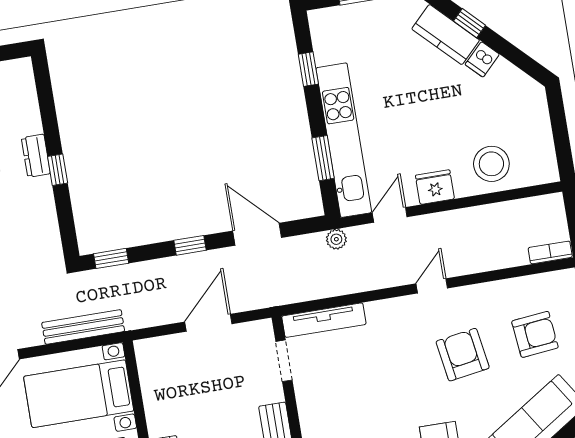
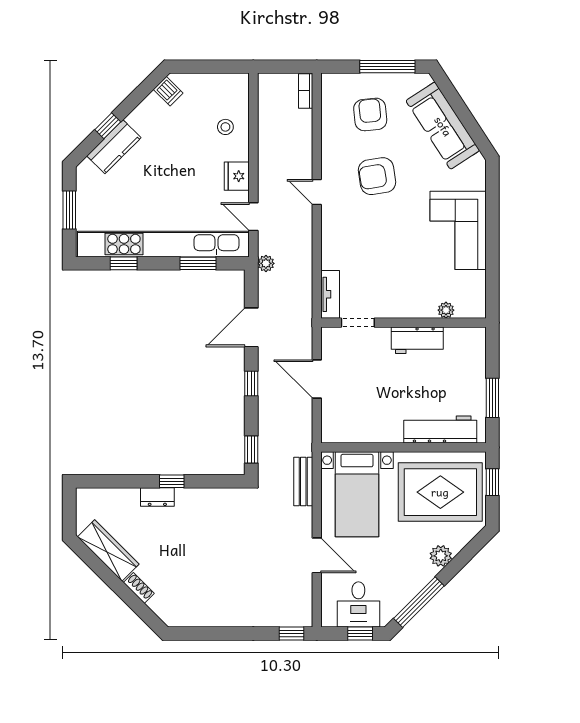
dishwasher: (482, 59) -> (168, 91), moved
kitchen unit: (344, 140) -> (163, 244), width x1.36
stool: (491, 164) -> (225, 127), width x0.53, depth x0.53
tv unit: (324, 320) -> (330, 294), width x0.71
bench: (83, 327) -> (303, 482), width x0.73

